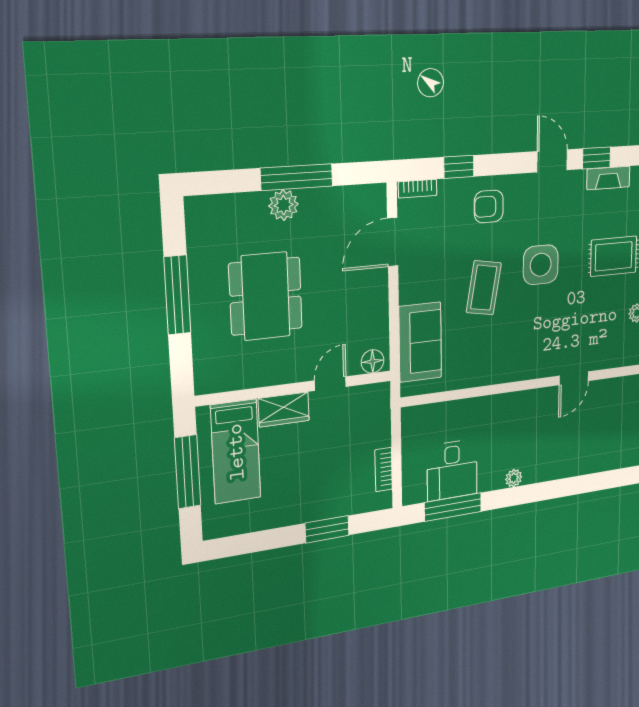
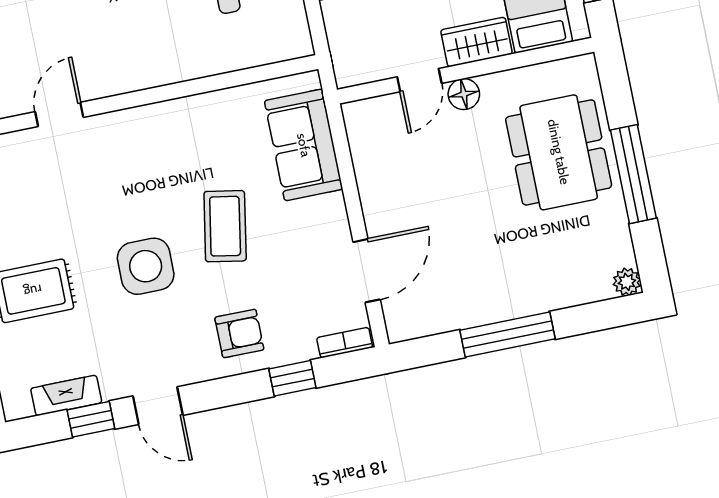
plant: (284, 205) -> (627, 282), moved, width x0.73, depth x0.73
dining table: (266, 296) -> (559, 152), moved
floor lamp: (373, 361) -> (464, 94), moved

